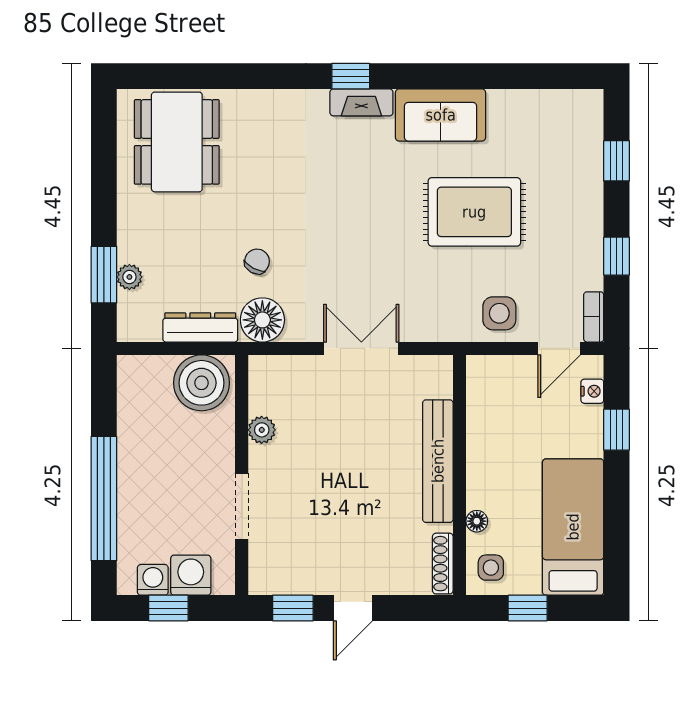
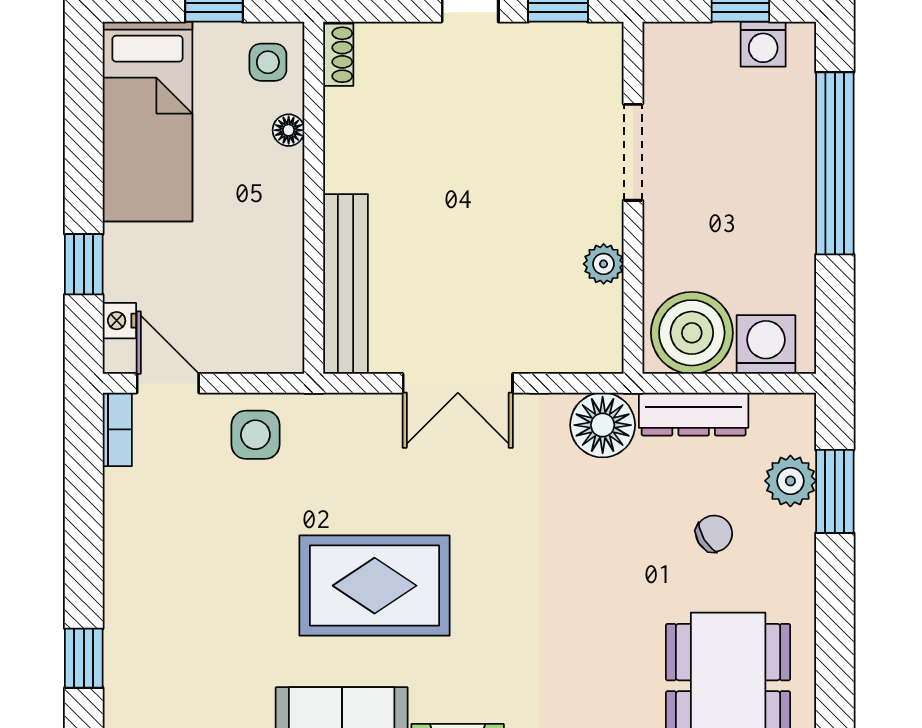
rug: (474, 212) -> (375, 586), moved
window: (617, 256) -> (84, 519), removed
chair: (257, 261) -> (714, 534), moved, turned -149
plant: (129, 277) -> (790, 481), width x1.38, depth x1.38
door: (559, 348) -> (168, 383), hinge flipped
bench: (438, 461) -> (346, 284), moved
shoe rack: (443, 564) -> (338, 55), width x0.70
washing machine: (191, 575) -> (766, 344), moved, turned 180

